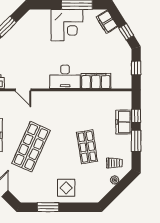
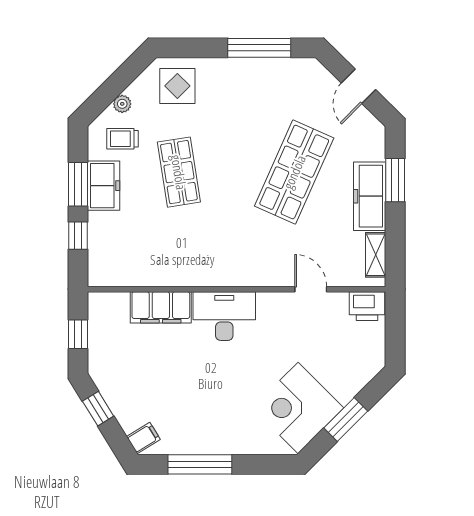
filing cabinet: (107, 22) -> (143, 438), width x0.50
corner desk: (67, 25) -> (298, 408), moved, turned -45
freezer: (124, 122) -> (104, 186), moved
display table: (66, 188) -> (177, 86), moved
window: (48, 207) -> (259, 48), width x1.44

